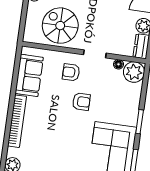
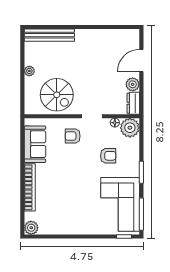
spiral stairs: (60, 26) -> (57, 95), turned 180
armchair: (81, 102) -> (108, 156), moved

